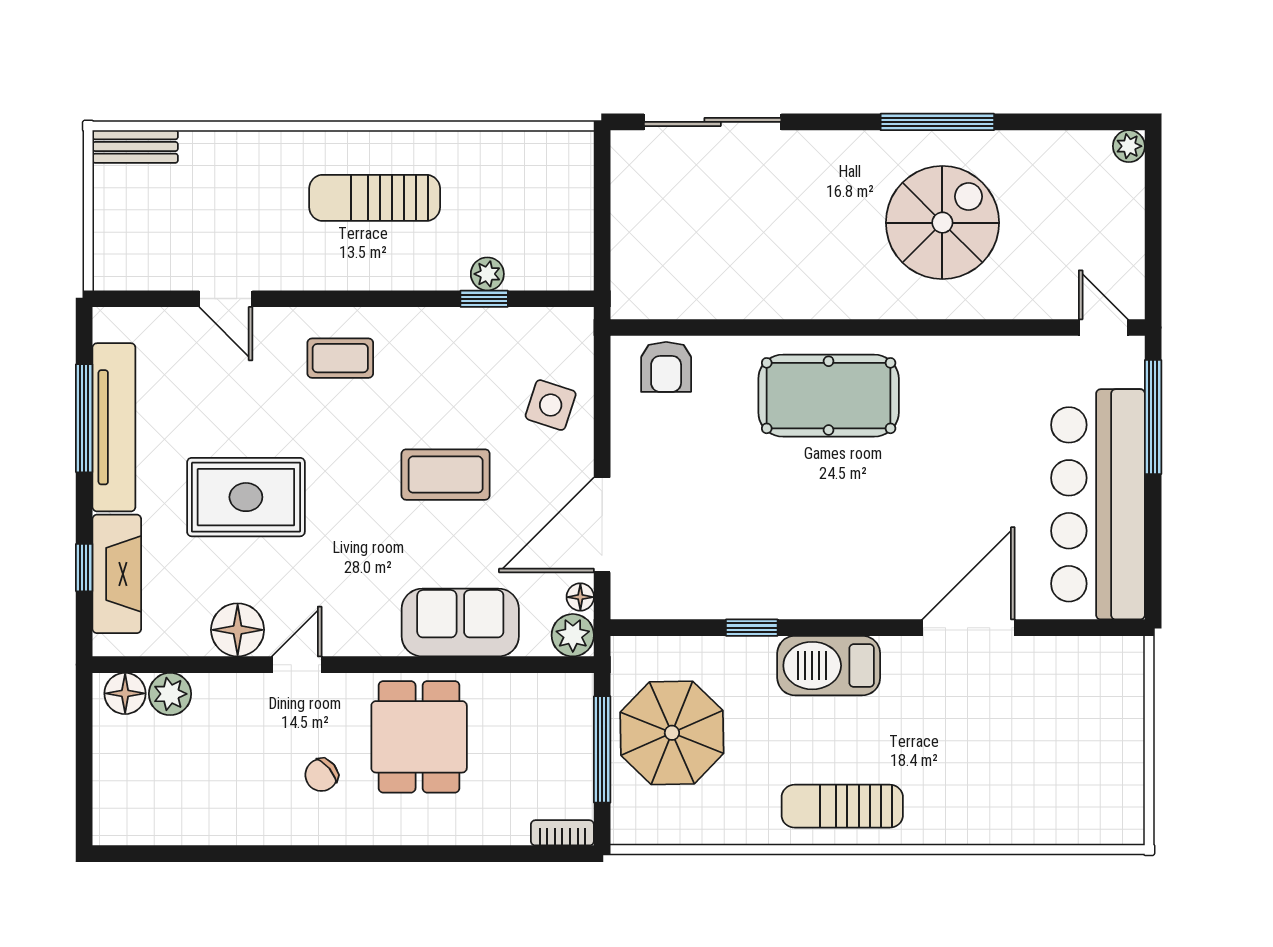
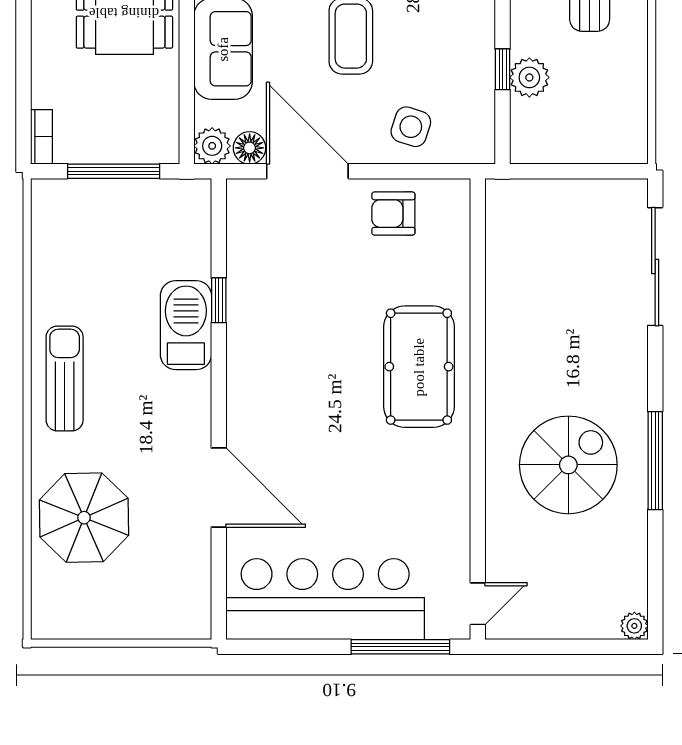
spiral stairs: (942, 223) -> (568, 465), turned -90
plant: (487, 274) -> (529, 77), width x1.38, depth x1.38
armchair: (666, 367) -> (393, 214), moved
floor lamp: (580, 597) -> (250, 148), width x1.37, depth x1.37
barbecue: (829, 666) -> (186, 325), moved
parasol: (672, 733) -> (84, 518), moved

